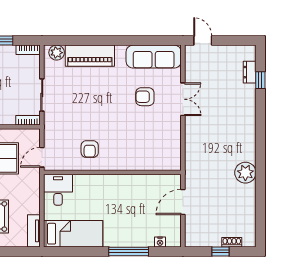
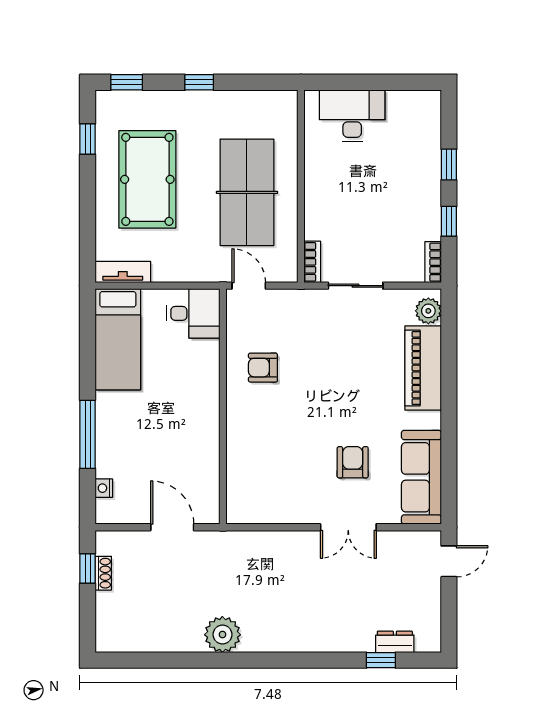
shoe rack: (232, 242) -> (103, 573), moved
window: (221, 251) -> (88, 568), moved

